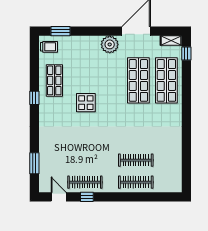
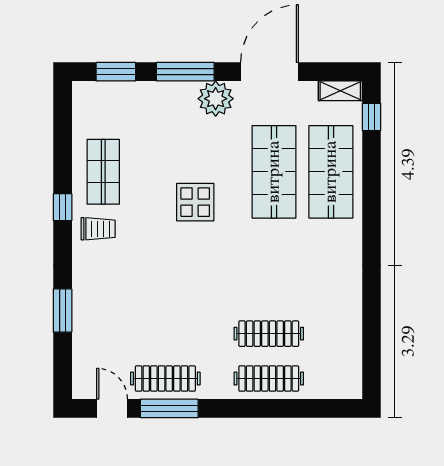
window: (95, 31) -> (185, 72), added
trolley: (49, 47) -> (98, 229), moved
display table: (86, 103) -> (195, 202), moved
window: (34, 163) -> (63, 310), moved
window: (87, 197) -> (169, 408), width x2.17

